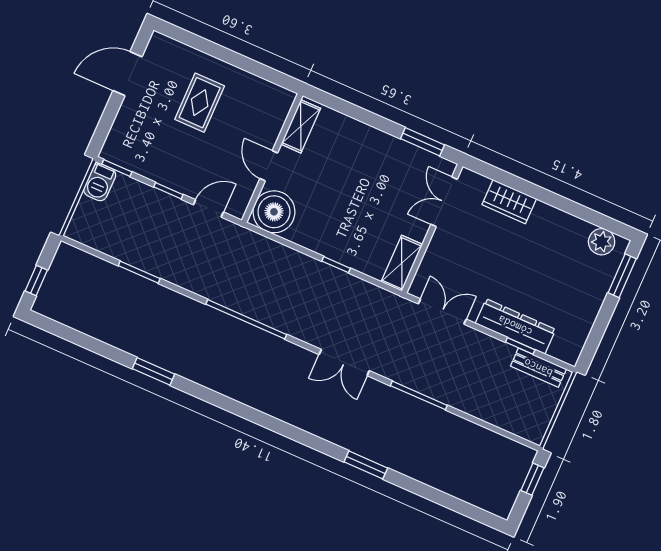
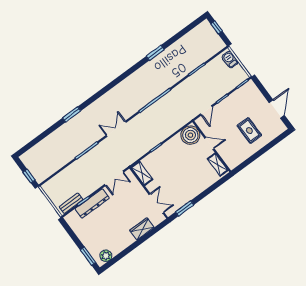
barbecue: (100, 182) -> (230, 60), moved

